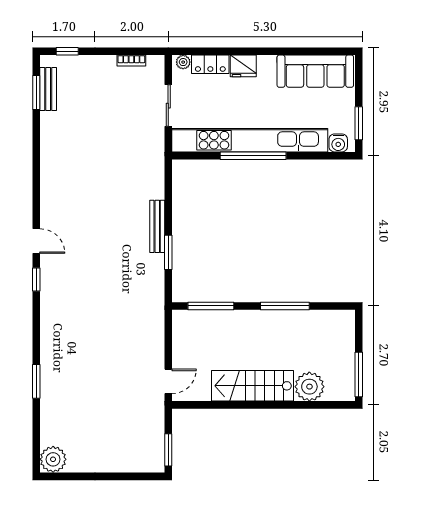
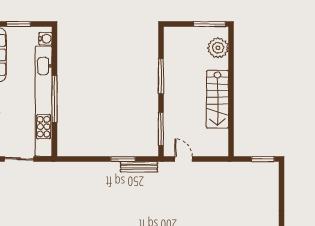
window: (359, 123) -> (19, 24), moved
bench: (157, 226) -> (139, 167), moved
door: (168, 381) -> (184, 159), moved
plant: (309, 387) -> (218, 48), moved

